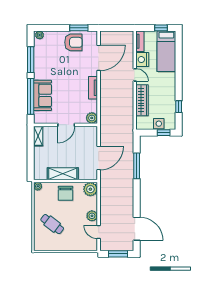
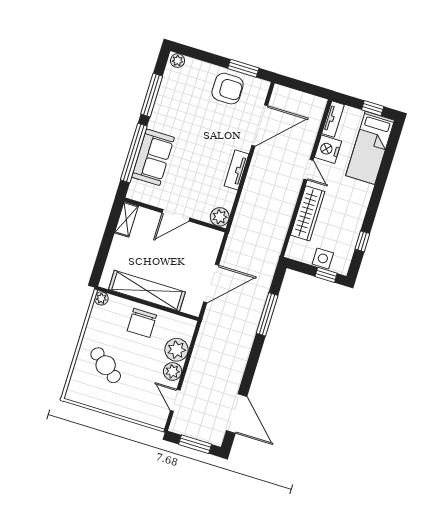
shelving: (63, 174) -> (147, 291), width x1.47
plant: (90, 189) -> (177, 350), moved

